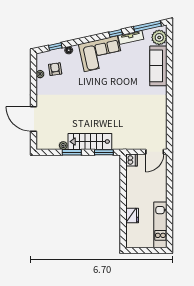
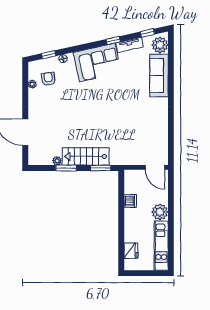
window: (147, 26) -> (147, 33), width x0.46
door: (155, 152) -> (155, 167), hinge flipped
dishwasher: (131, 160) -> (130, 201), moved
plant: (159, 193) -> (160, 212), added
fridge: (132, 216) -> (131, 251), moved

